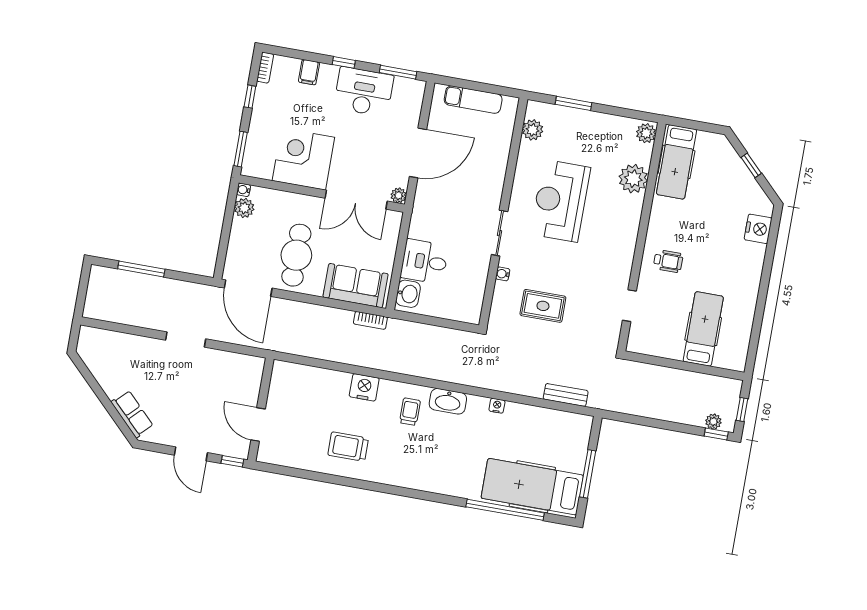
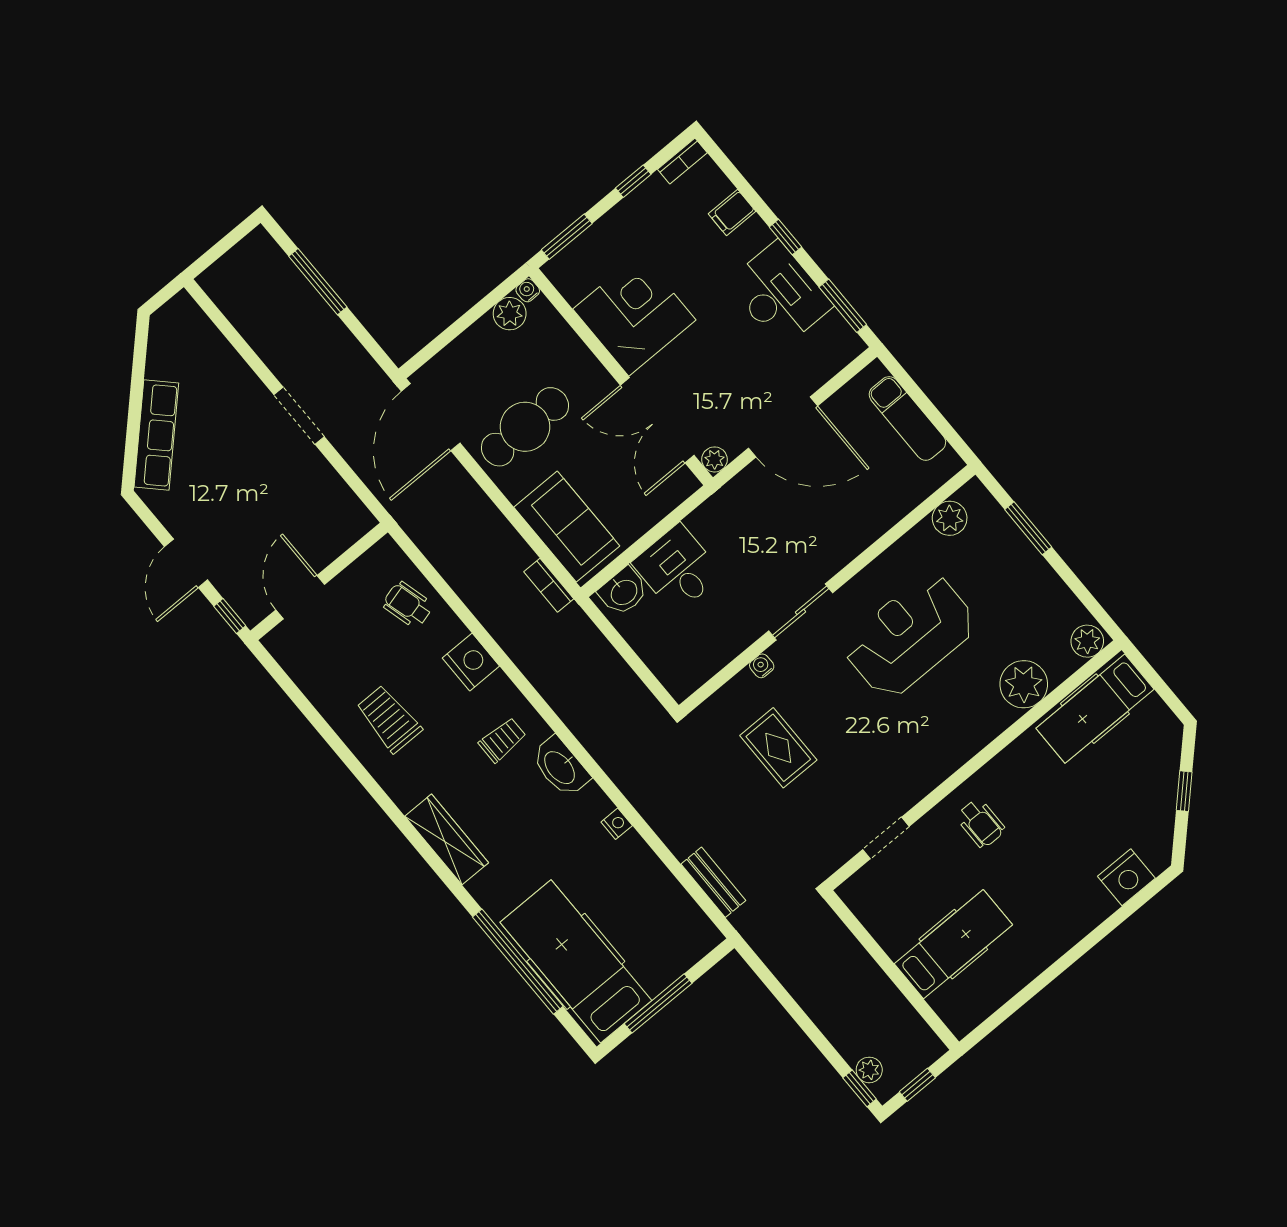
wheelchair: (312, 385) -> (408, 605), added
row of seats: (132, 414) -> (156, 435), width x1.48
wardrobe: (423, 481) -> (447, 839), added

